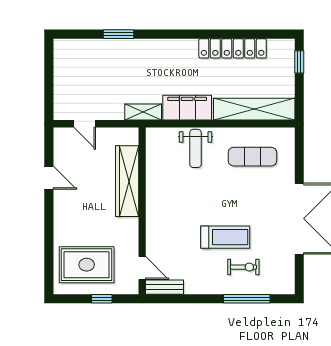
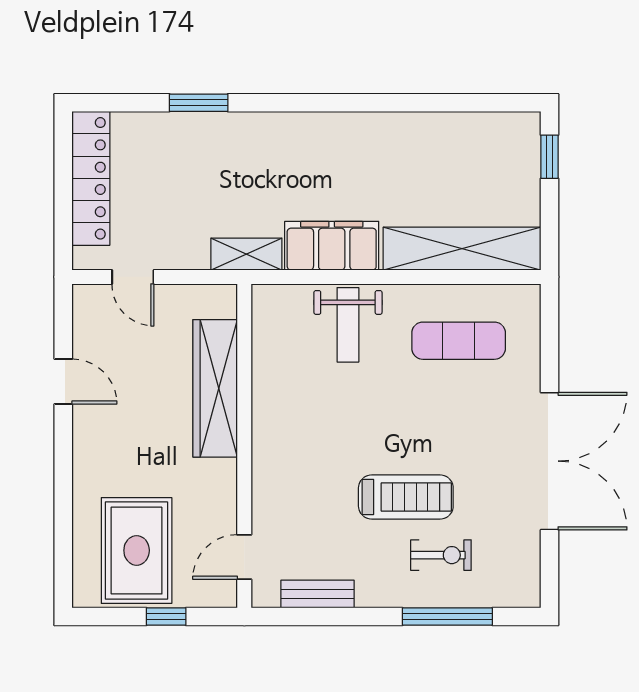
locker: (233, 48) -> (91, 178), moved, turned -90
rug: (87, 265) -> (137, 550), turned 90
door: (142, 268) -> (244, 557), swing flipped
bench: (164, 287) -> (317, 594), moved

